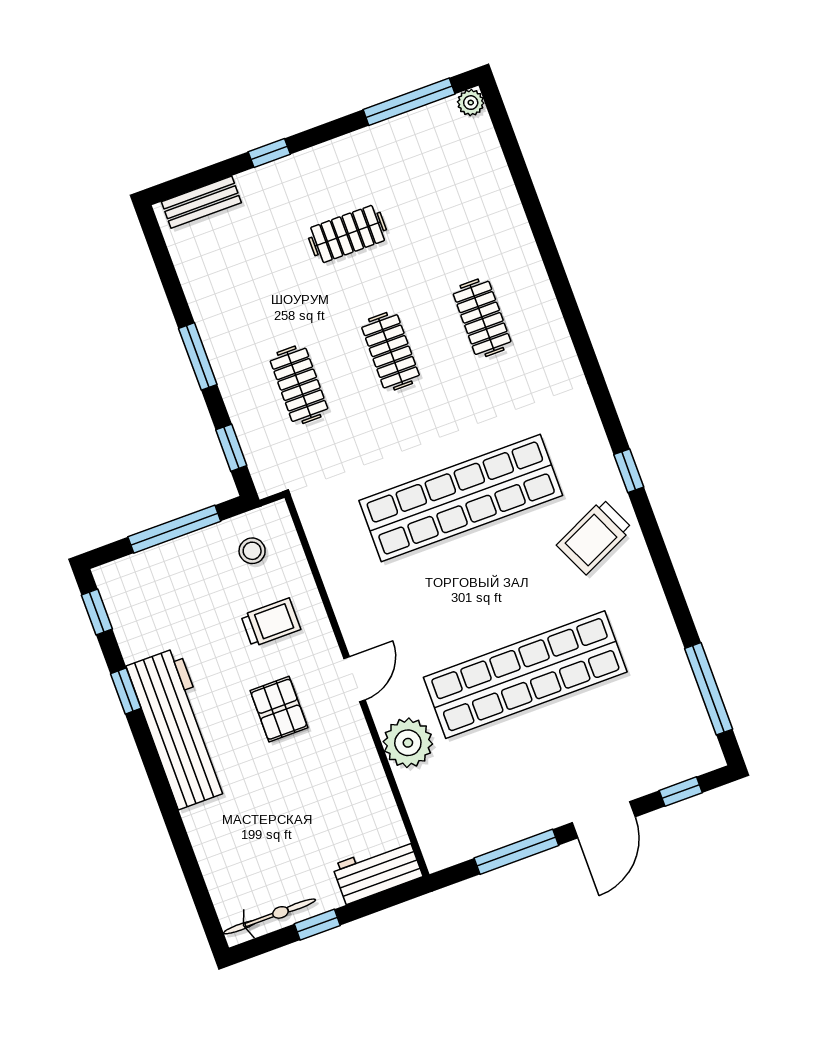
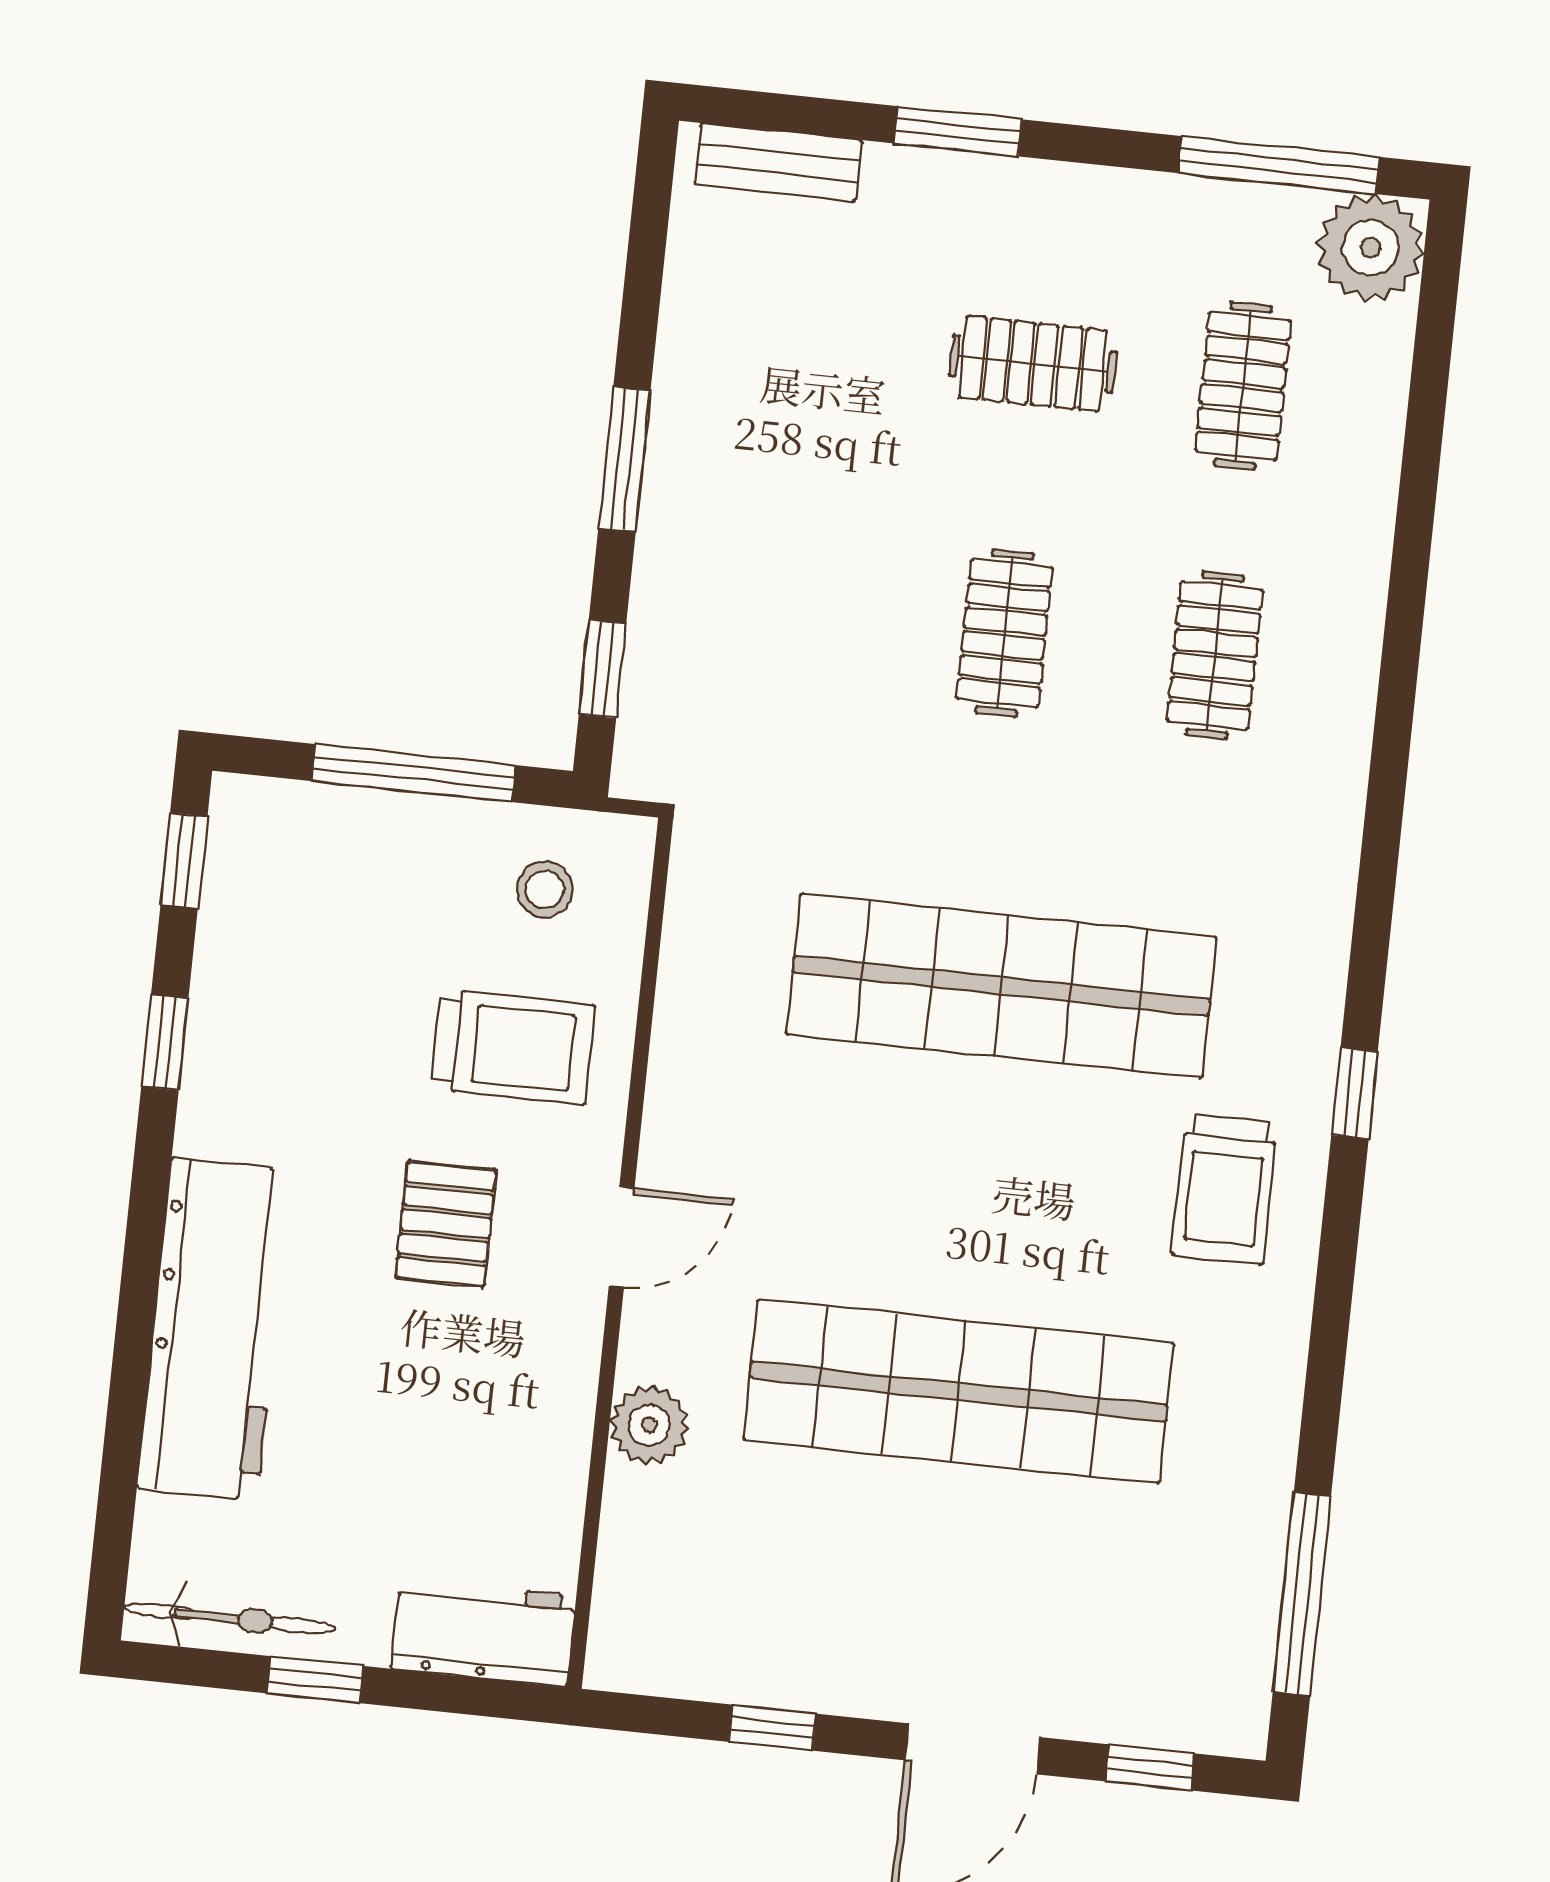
plant: (471, 103) -> (1370, 248), width x1.87, depth x1.87
window: (269, 153) -> (958, 131), width x1.50
clothes rail: (299, 385) -> (1243, 386), moved
trolley: (594, 537) -> (1225, 1189), turned -65
trolley: (271, 622) -> (513, 1047), width x1.36, depth x1.39
workbench: (178, 728) -> (214, 1329), moved
plant: (408, 743) -> (649, 1425), width x0.73, depth x0.73
window: (516, 852) -> (772, 1728), width x0.46

